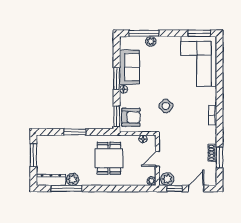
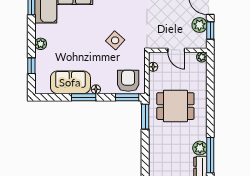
window: (144, 33) -> (31, 66), width x0.46
plant: (151, 41) -> (41, 44), moved
window: (75, 132) -> (145, 117), moved
plant: (167, 179) -> (199, 25), moved

